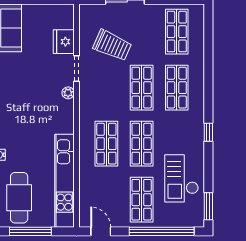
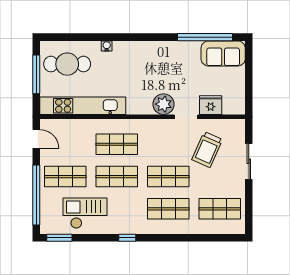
plant: (68, 93) -> (163, 104), width x1.88, depth x1.88
door: (101, 231) -> (36, 139), hinge flipped

